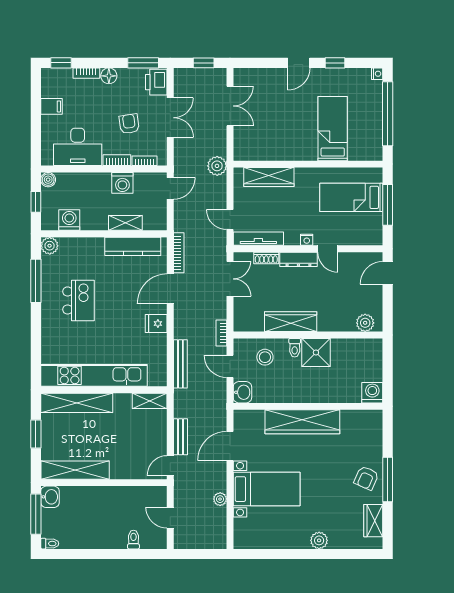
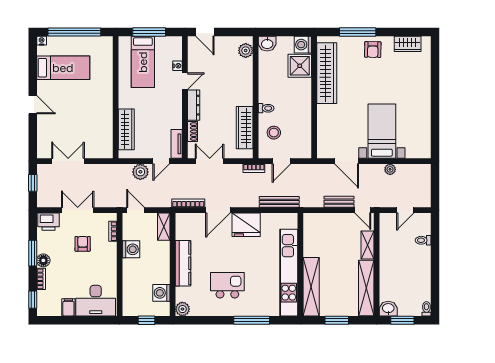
window: (143, 63) -> (33, 253), moved
window: (335, 63) -> (33, 75), removed
armchair: (129, 124) -> (83, 244), turned 98
bed: (333, 129) -> (63, 68), moved, turned 180
desk: (78, 147) -> (96, 301), moved, turned 90
bookcase: (117, 160) -> (112, 254), removed
plant: (217, 166) -> (140, 172), moved
boiler: (48, 180) -> (128, 310), removed
shelving: (125, 223) -> (164, 227), moved
tv unit: (258, 239) -> (177, 144), width x0.71
nightstand: (307, 240) -> (178, 66), moved
kitchen counter: (133, 246) -> (183, 263), moved
window: (36, 281) -> (252, 320), moved
door: (170, 289) -> (218, 210), hinge flipped
wardrobe: (291, 322) -> (245, 128), moved
fridge: (156, 324) -> (246, 225), width x1.88, depth x1.34
shower: (316, 352) -> (300, 66), moved
washbasin: (242, 392) -> (267, 44), moved, turned 180
shelving: (150, 401) -> (368, 245), moved
wardrobe: (302, 422) -> (327, 73), moved
armchair: (366, 478) -> (373, 50), turned 67
window: (388, 480) -> (358, 32), moved
window: (36, 514) -> (402, 320), width x0.69
plant: (319, 540) -> (424, 88), removed

